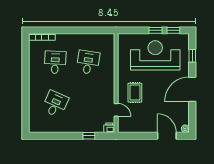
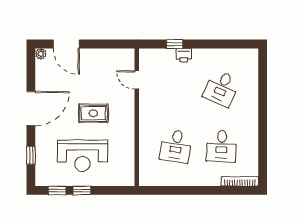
reception desk: (155, 55) -> (82, 156), width x0.74, depth x0.77
rug: (135, 93) -> (93, 113), moved, turned 90
printer: (109, 128) -> (184, 55), moved

